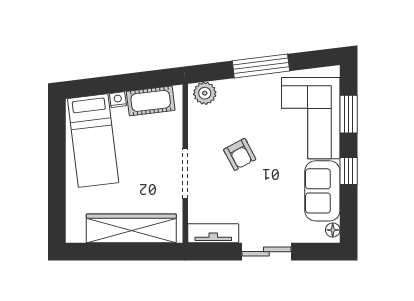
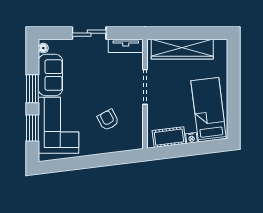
window: (261, 66) -> (93, 161), removed
plant: (205, 93) -> (132, 142), removed
armchair: (240, 154) -> (108, 120), moved
window: (349, 171) -> (32, 89), width x1.50

